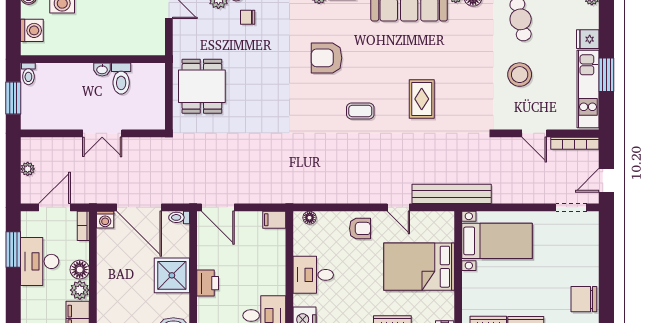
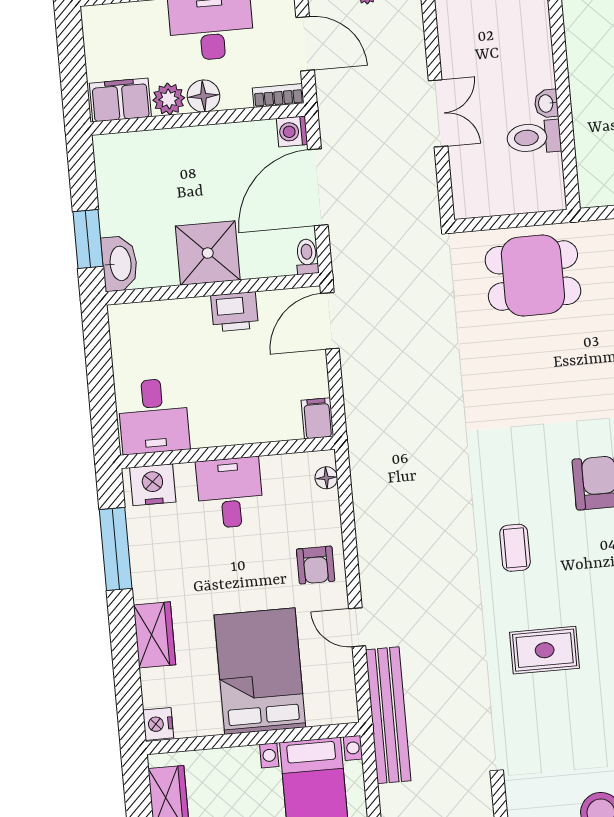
double door: (102, 133) -> (438, 113), swing flipped
door: (398, 207) -> (357, 627), hinge flipped
printer: (208, 283) -> (235, 312), moved

